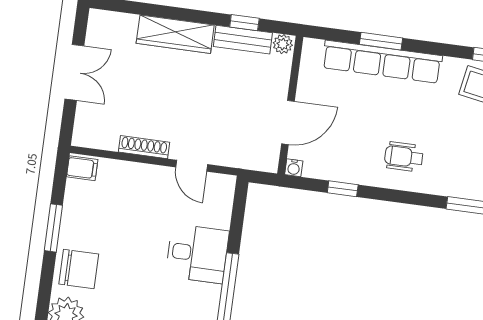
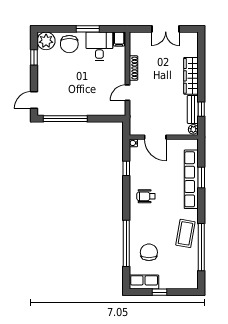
wheelchair: (404, 157) -> (146, 196), turned -90
desk: (197, 254) -> (99, 46), moved, turned 180

